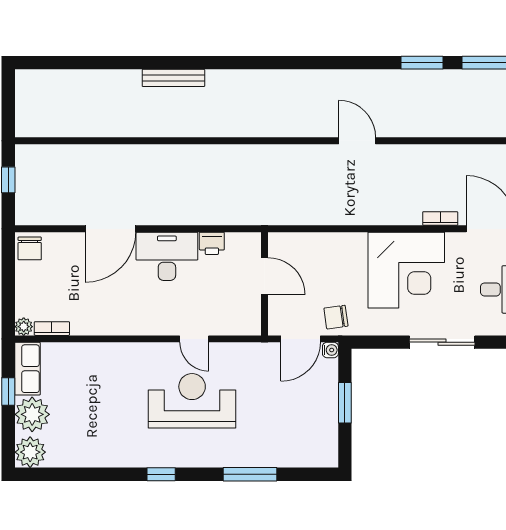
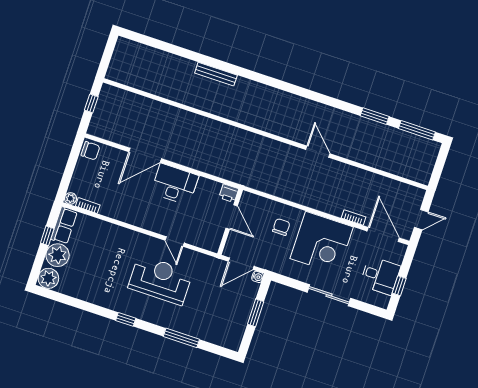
printer: (212, 243) -> (229, 193), moved
chair: (30, 248) -> (90, 151), turned -90
chair: (336, 317) -> (281, 227), moved, turned 98

